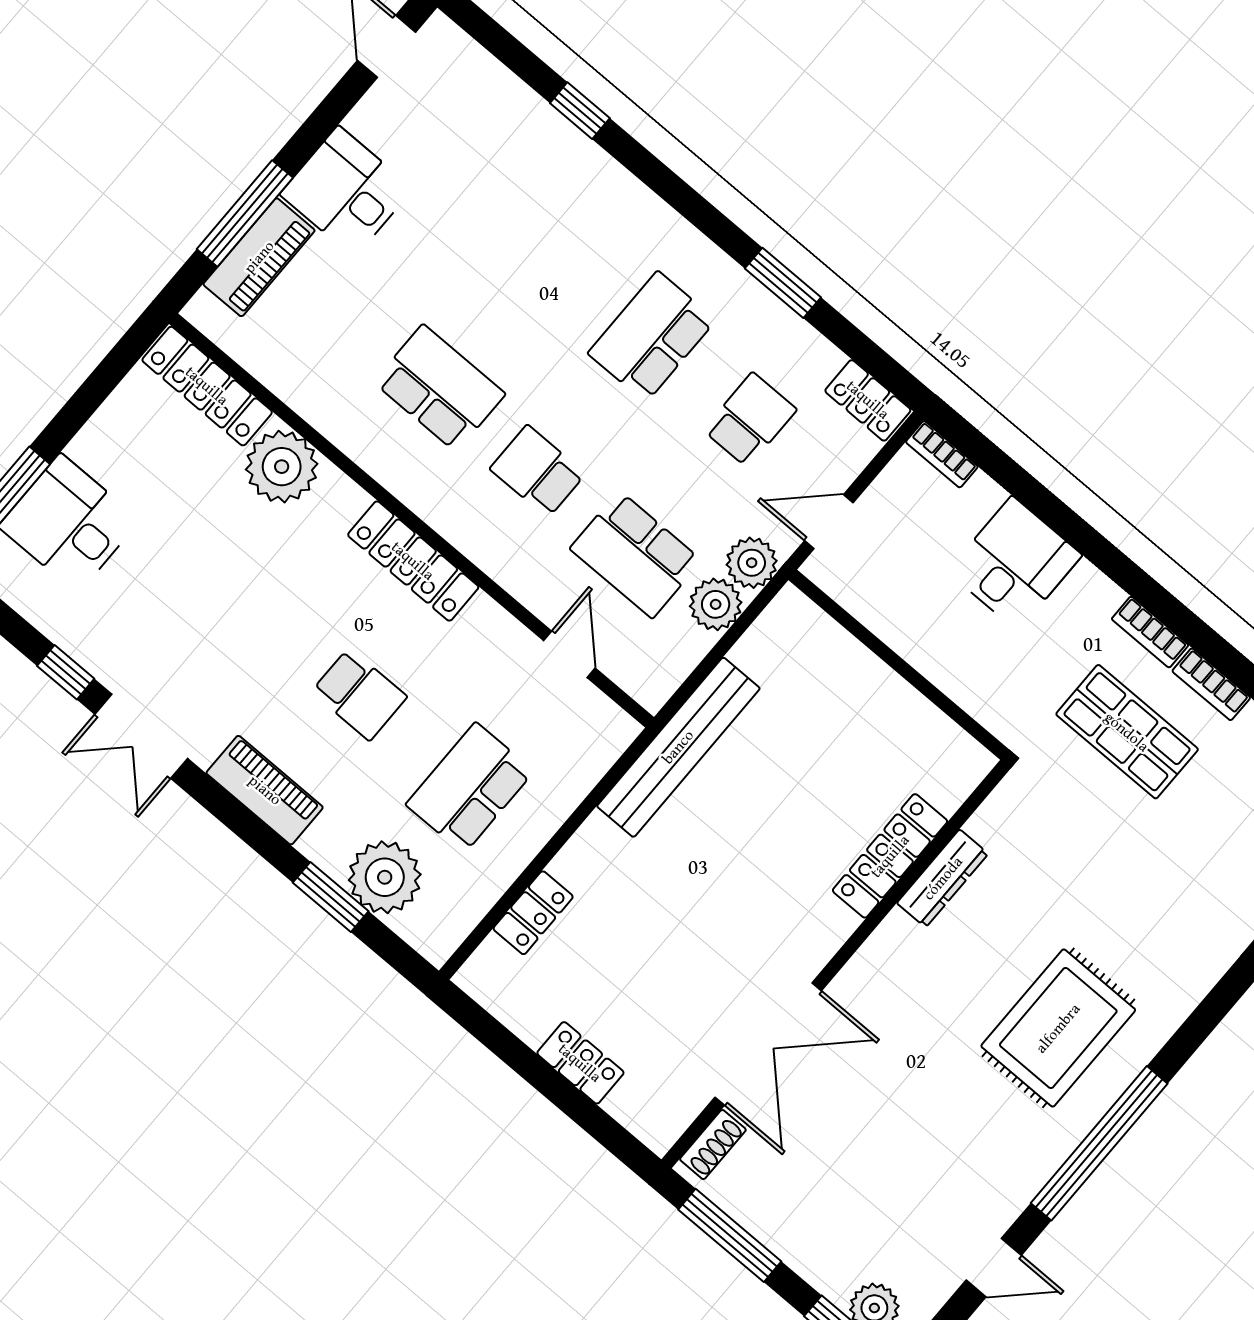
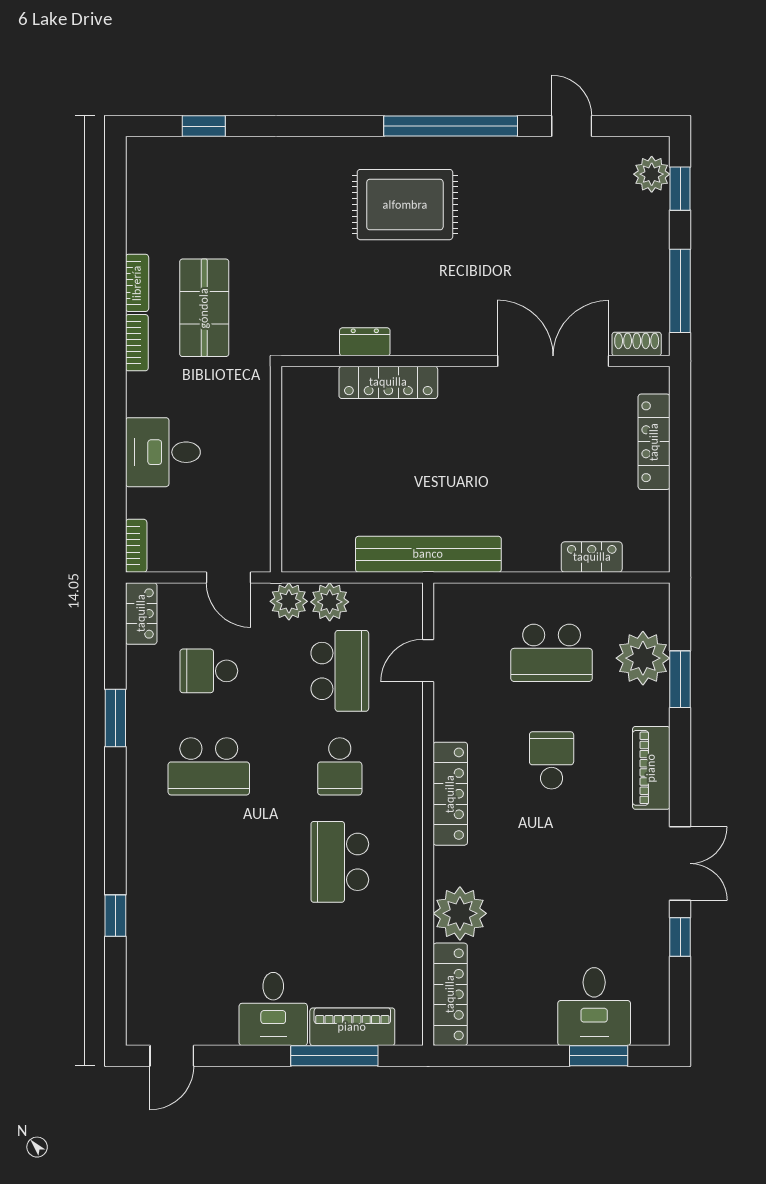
dresser: (943, 878) -> (365, 342), width x0.70
locker: (580, 1063) -> (654, 442), width x1.53

